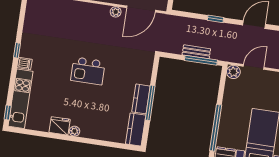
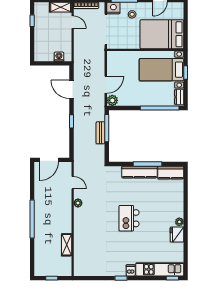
door: (141, 9) -> (73, 183), width x0.53
door: (254, 67) -> (106, 85), swing flipped
kitchen island: (88, 71) -> (129, 218), turned 180
kitchen counter: (141, 99) -> (140, 172), width x1.50

